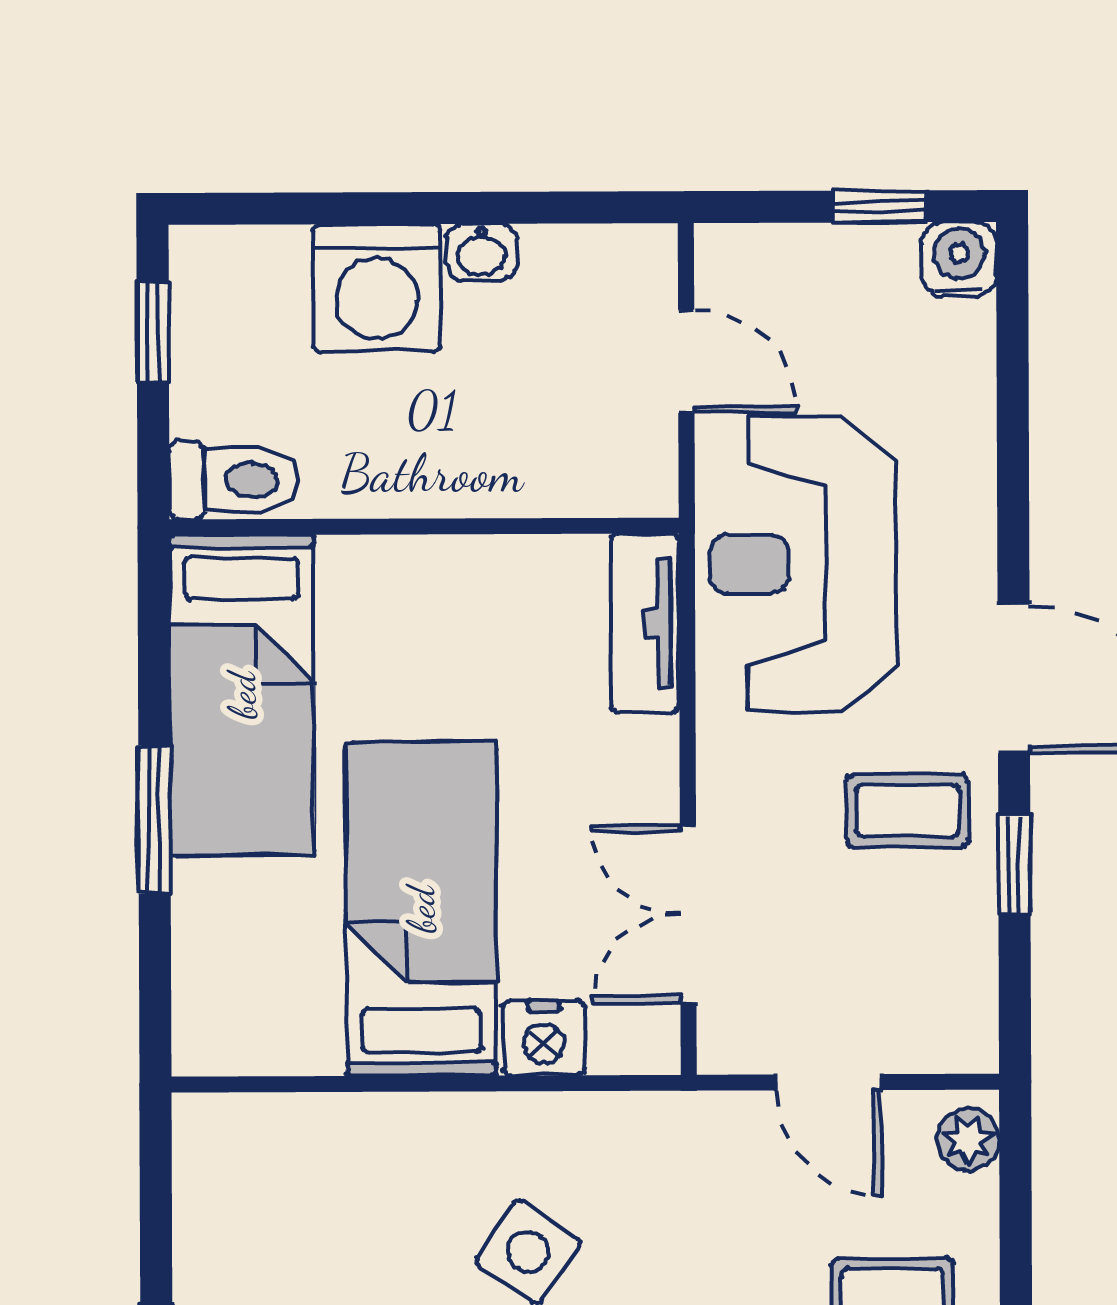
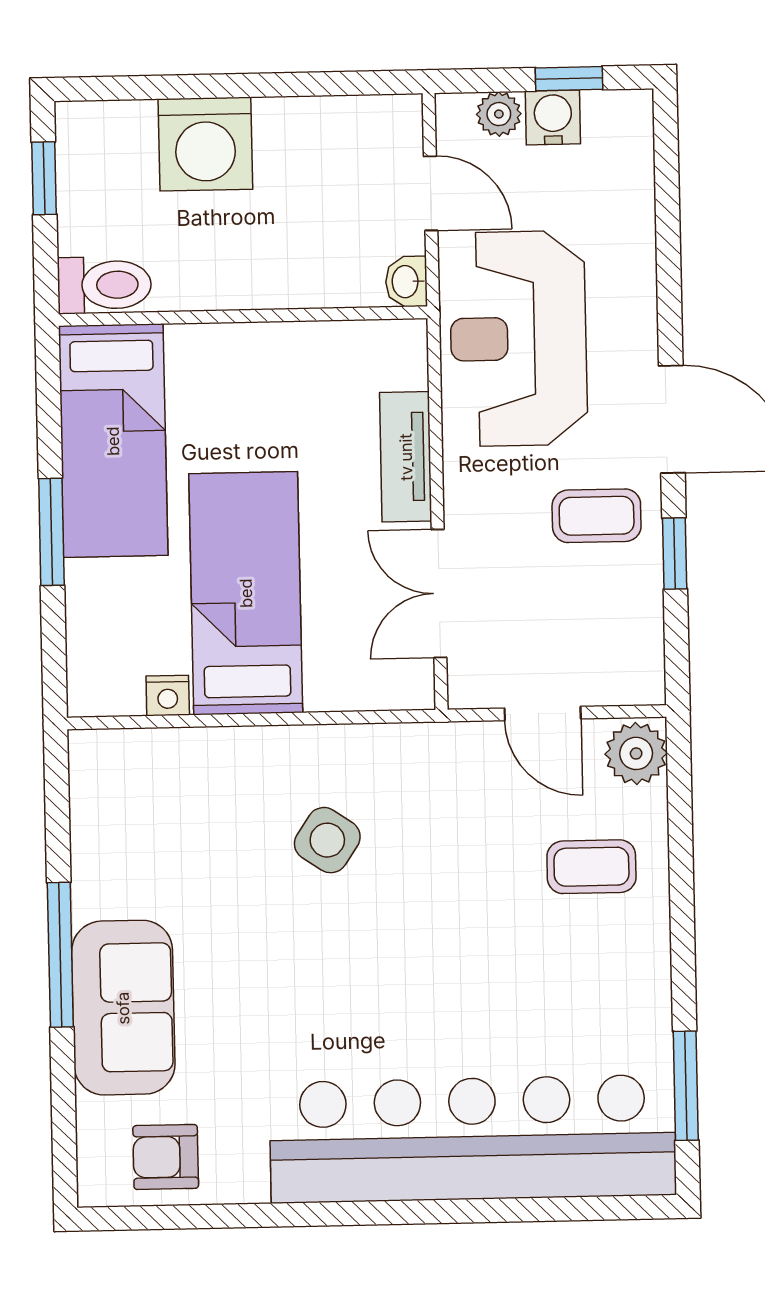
washbasin: (481, 252) -> (406, 282), moved, turned 90
plant: (782, 254) -> (499, 114), added
water cooler: (959, 259) -> (553, 117), moved
tv unit: (645, 623) -> (406, 457), moved
nightstand: (544, 1038) -> (168, 696), moved, width x0.72, depth x0.74
plant: (968, 1140) -> (636, 753), width x1.38, depth x1.38

